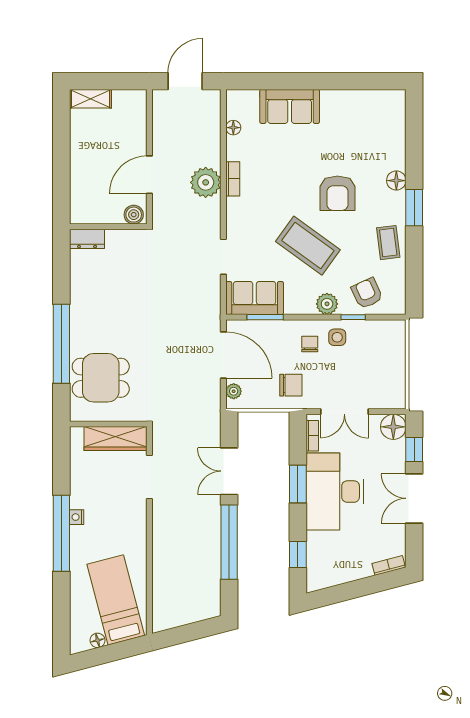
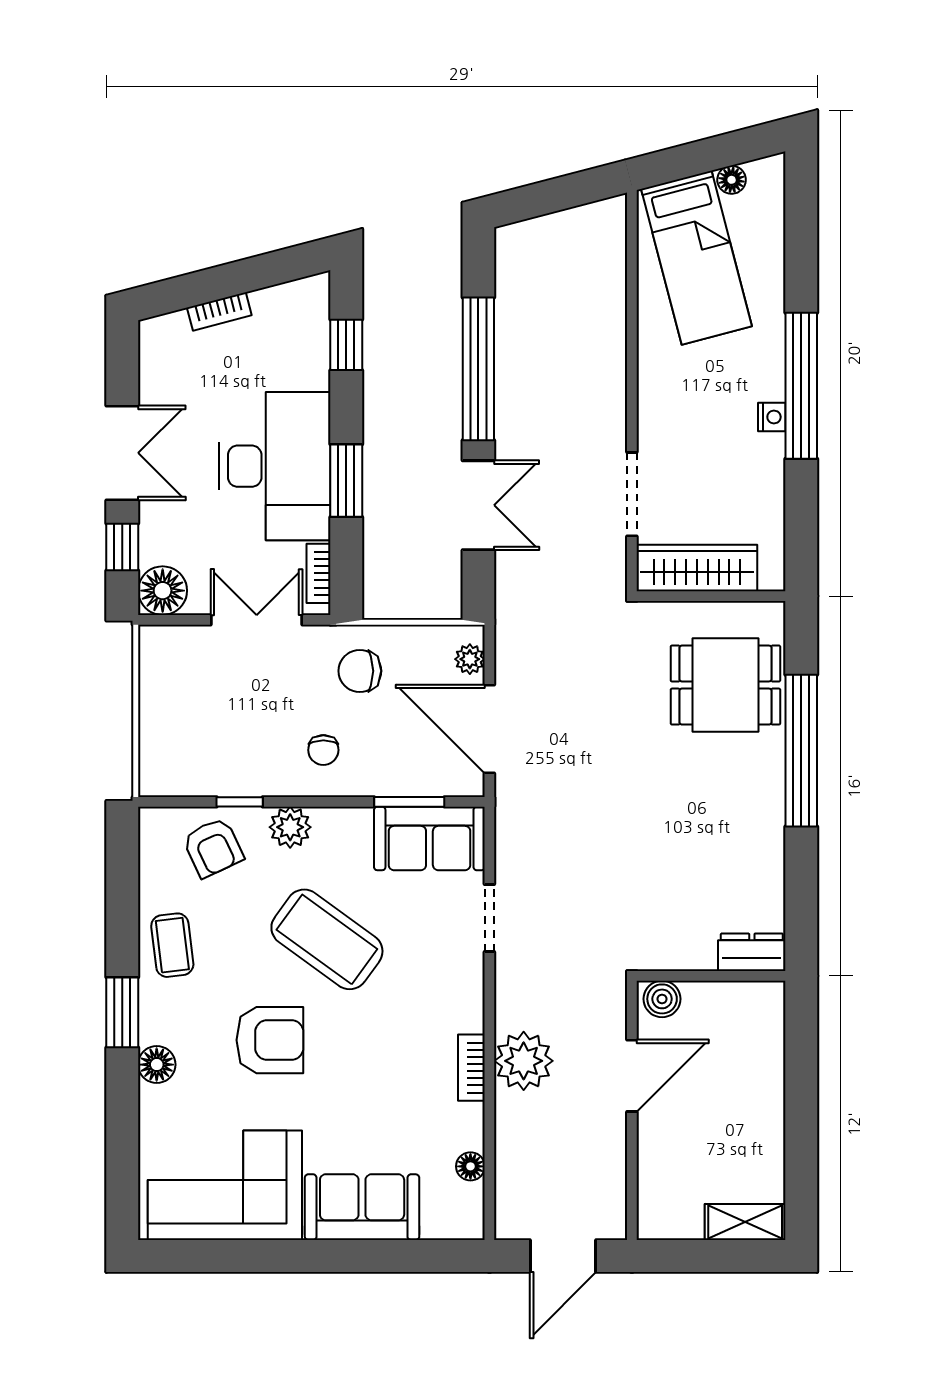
corner sofa: (361, 118) -> (225, 1185), added
armchair: (337, 193) -> (270, 1040), turned 90
side table: (337, 337) -> (270, 763), removed
bookcase: (389, 565) -> (219, 311), moved

